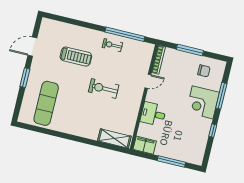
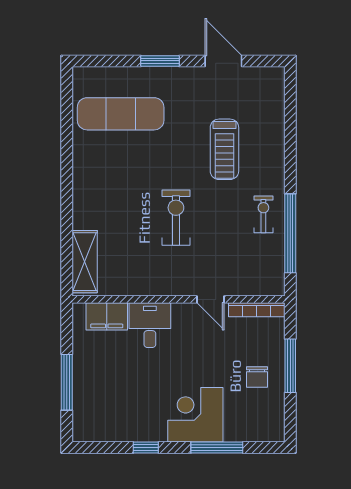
chair: (204, 71) -> (257, 377), moved
filing cabinet: (145, 145) -> (107, 316), moved, turned 90

